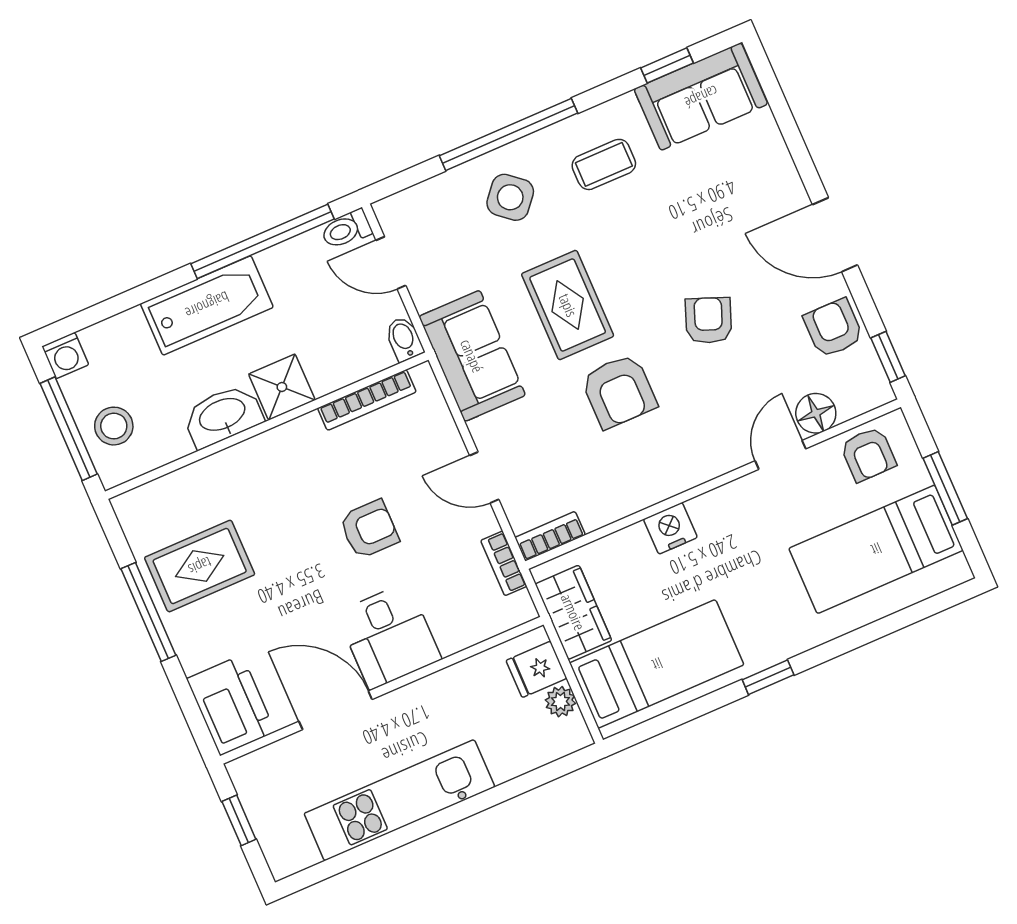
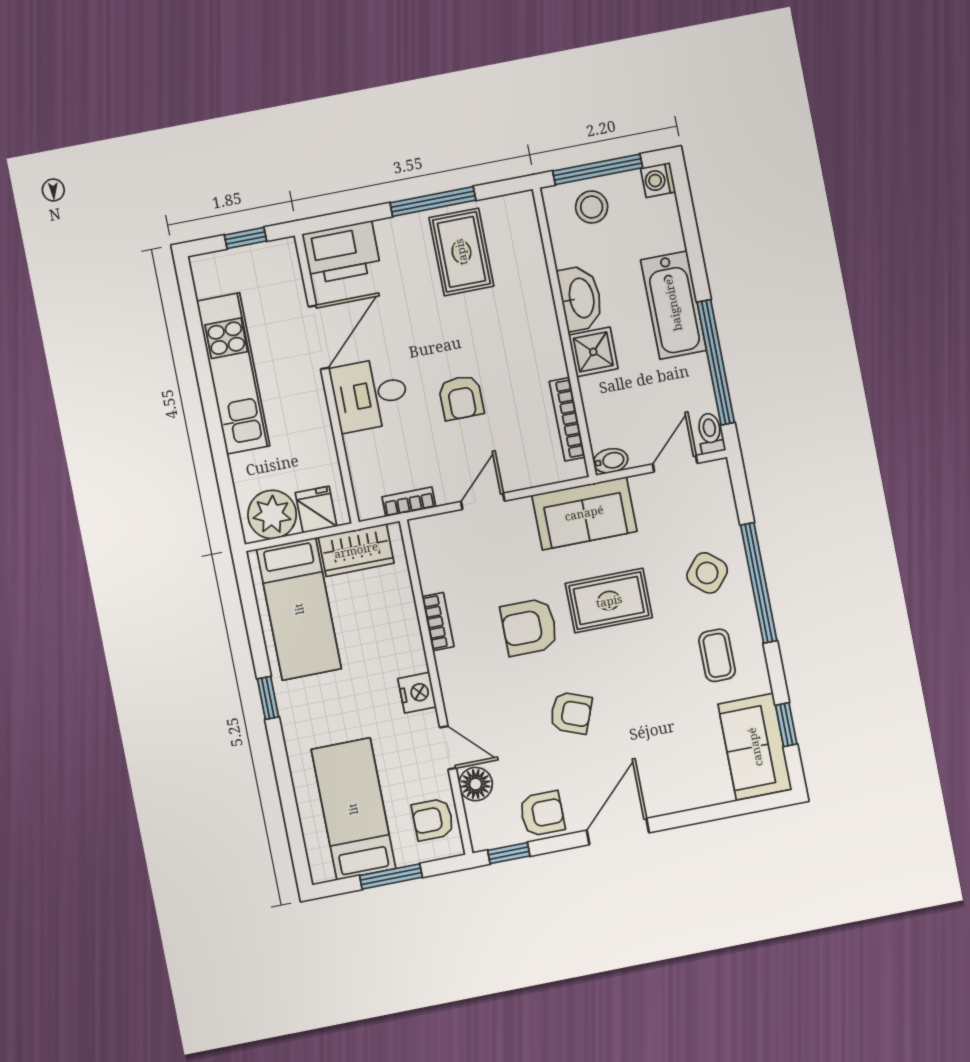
nightstand: (670, 528) -> (417, 693), moved
bookcase: (550, 536) -> (438, 622), moved
plant: (560, 702) -> (272, 514), width x1.87, depth x1.87

